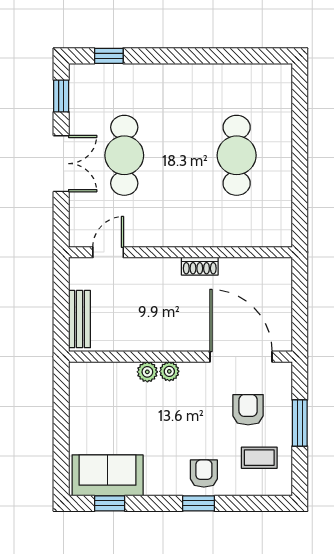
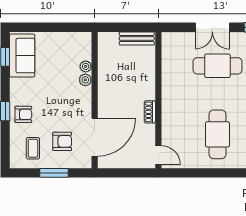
cafe table: (237, 155) -> (217, 134), turned 90
door: (108, 252) -> (158, 155), moved
bench: (79, 319) -> (137, 38), moved
plant: (169, 371) -> (86, 66), moved

